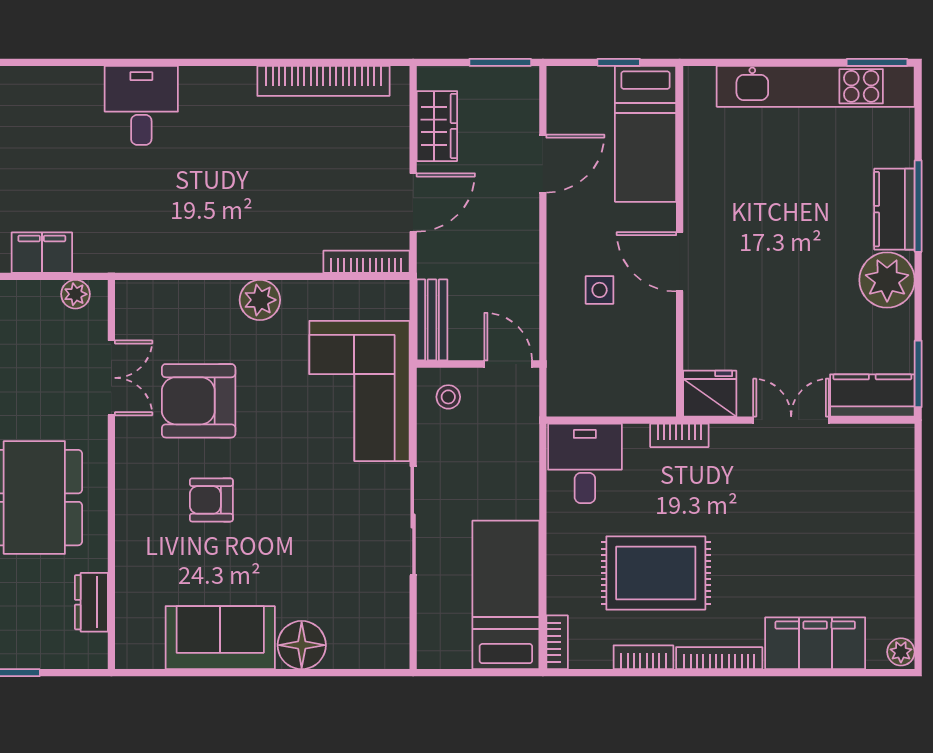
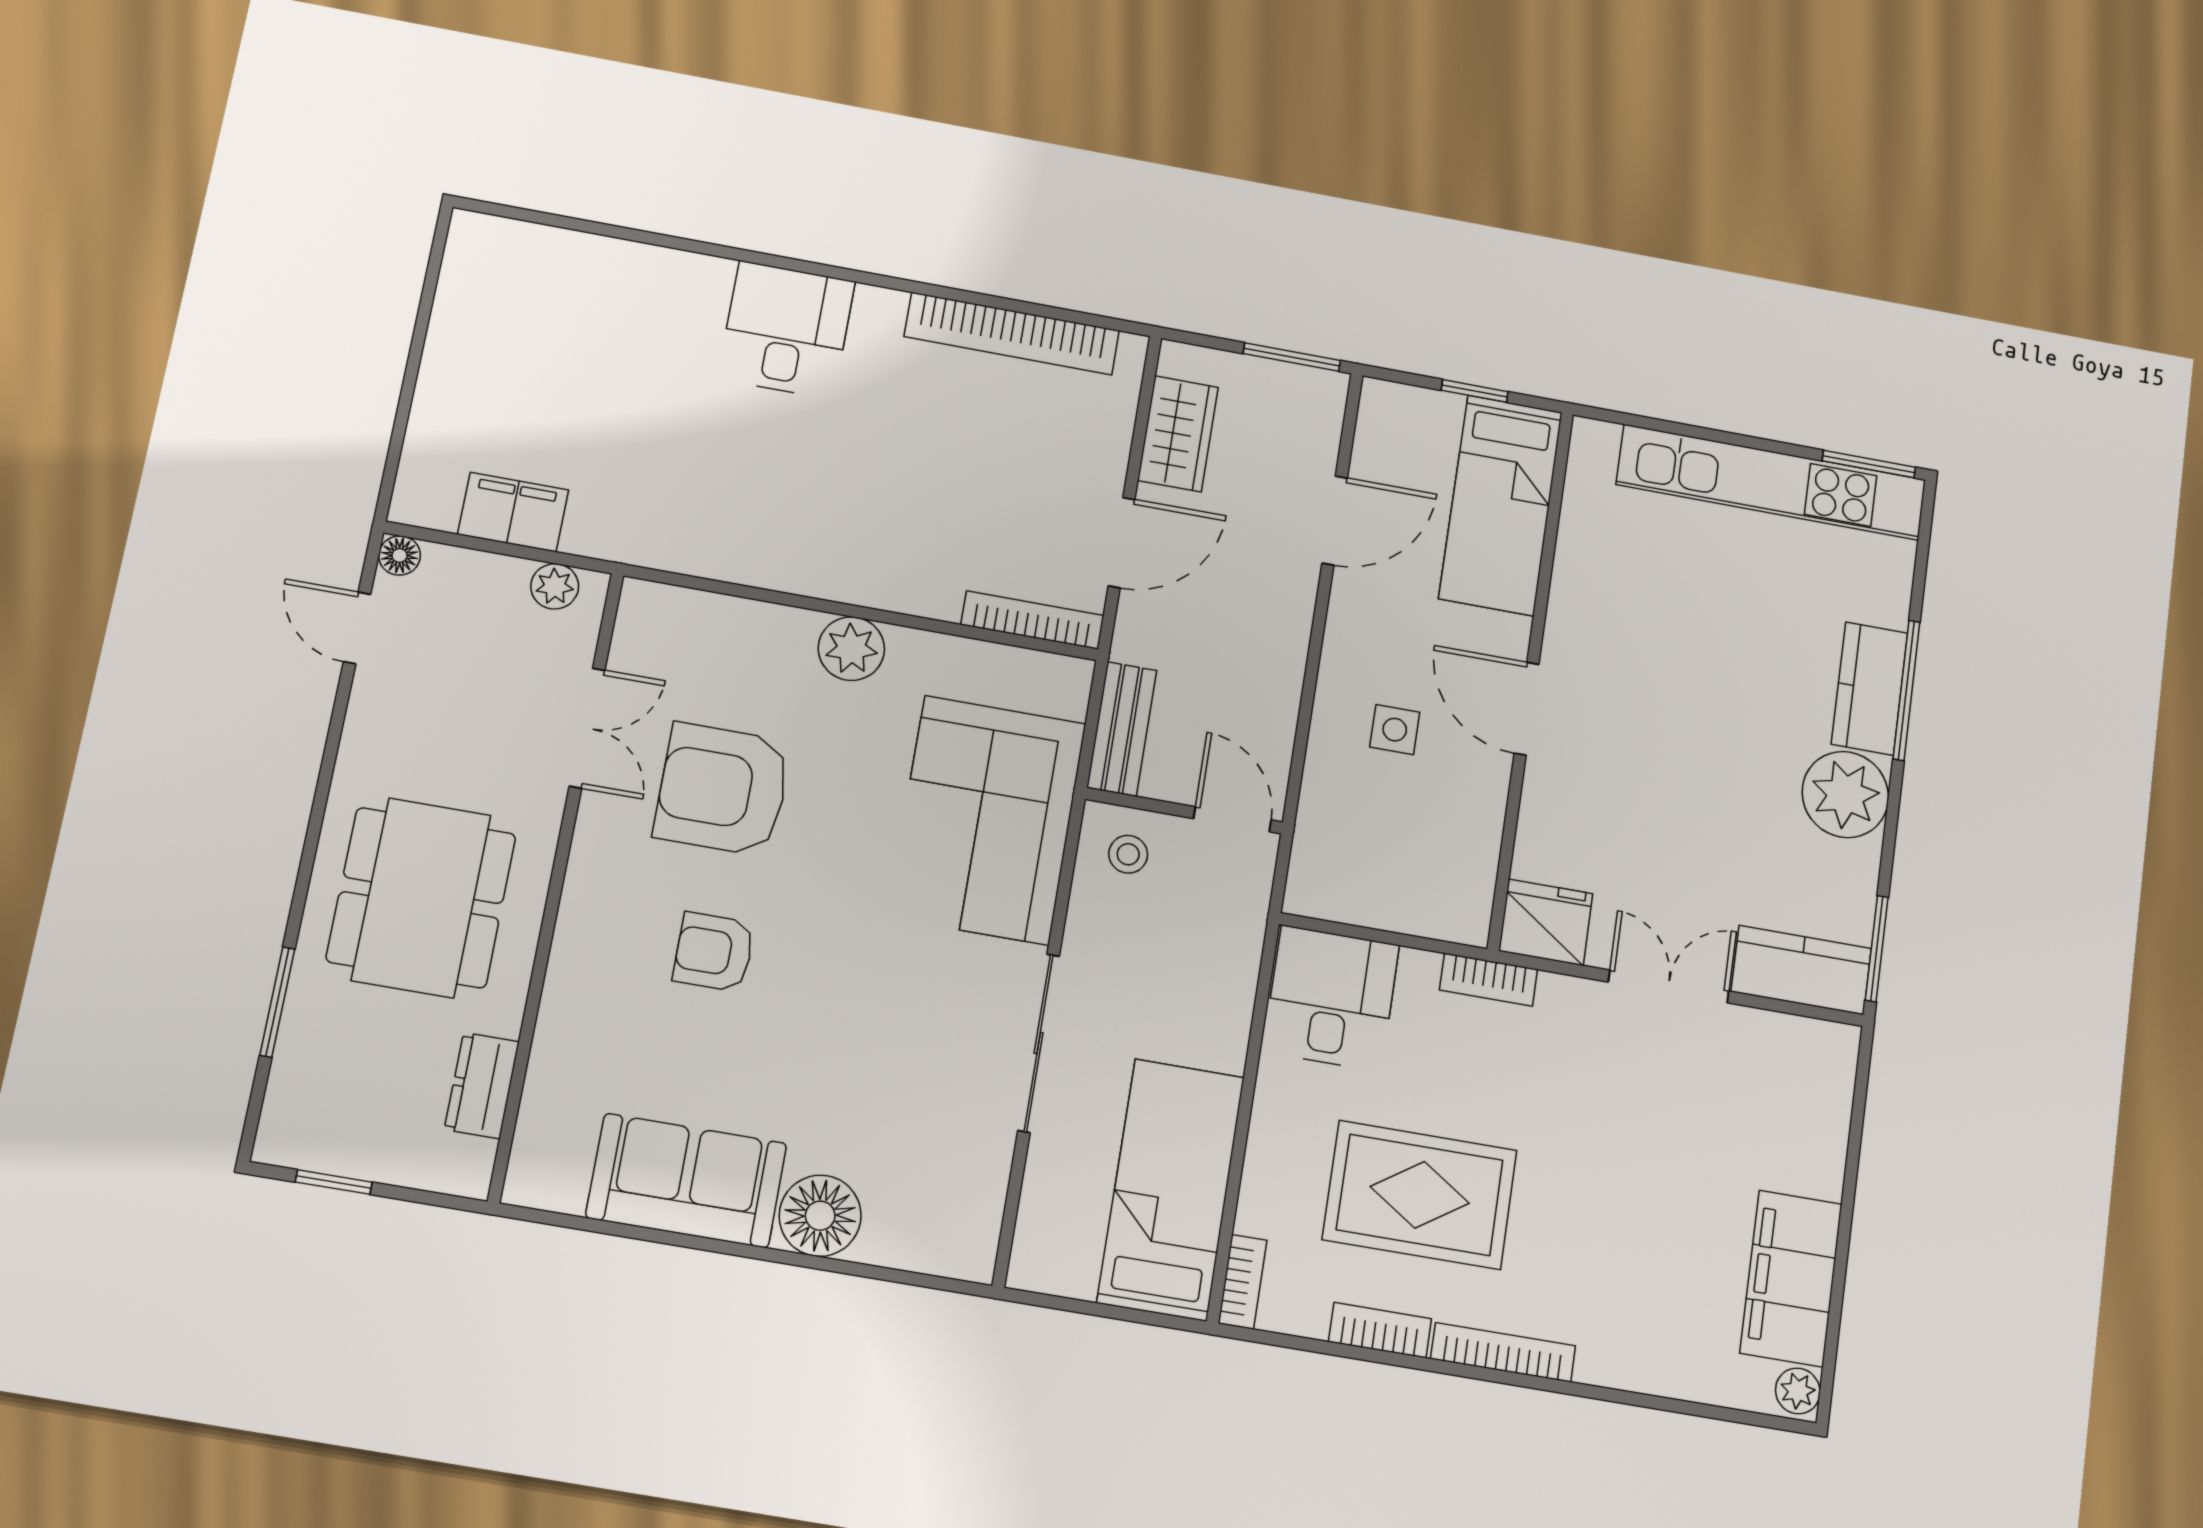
desk: (141, 105) -> (786, 330), moved
filing cabinet: (815, 643) -> (1791, 1278), moved, turned -90

